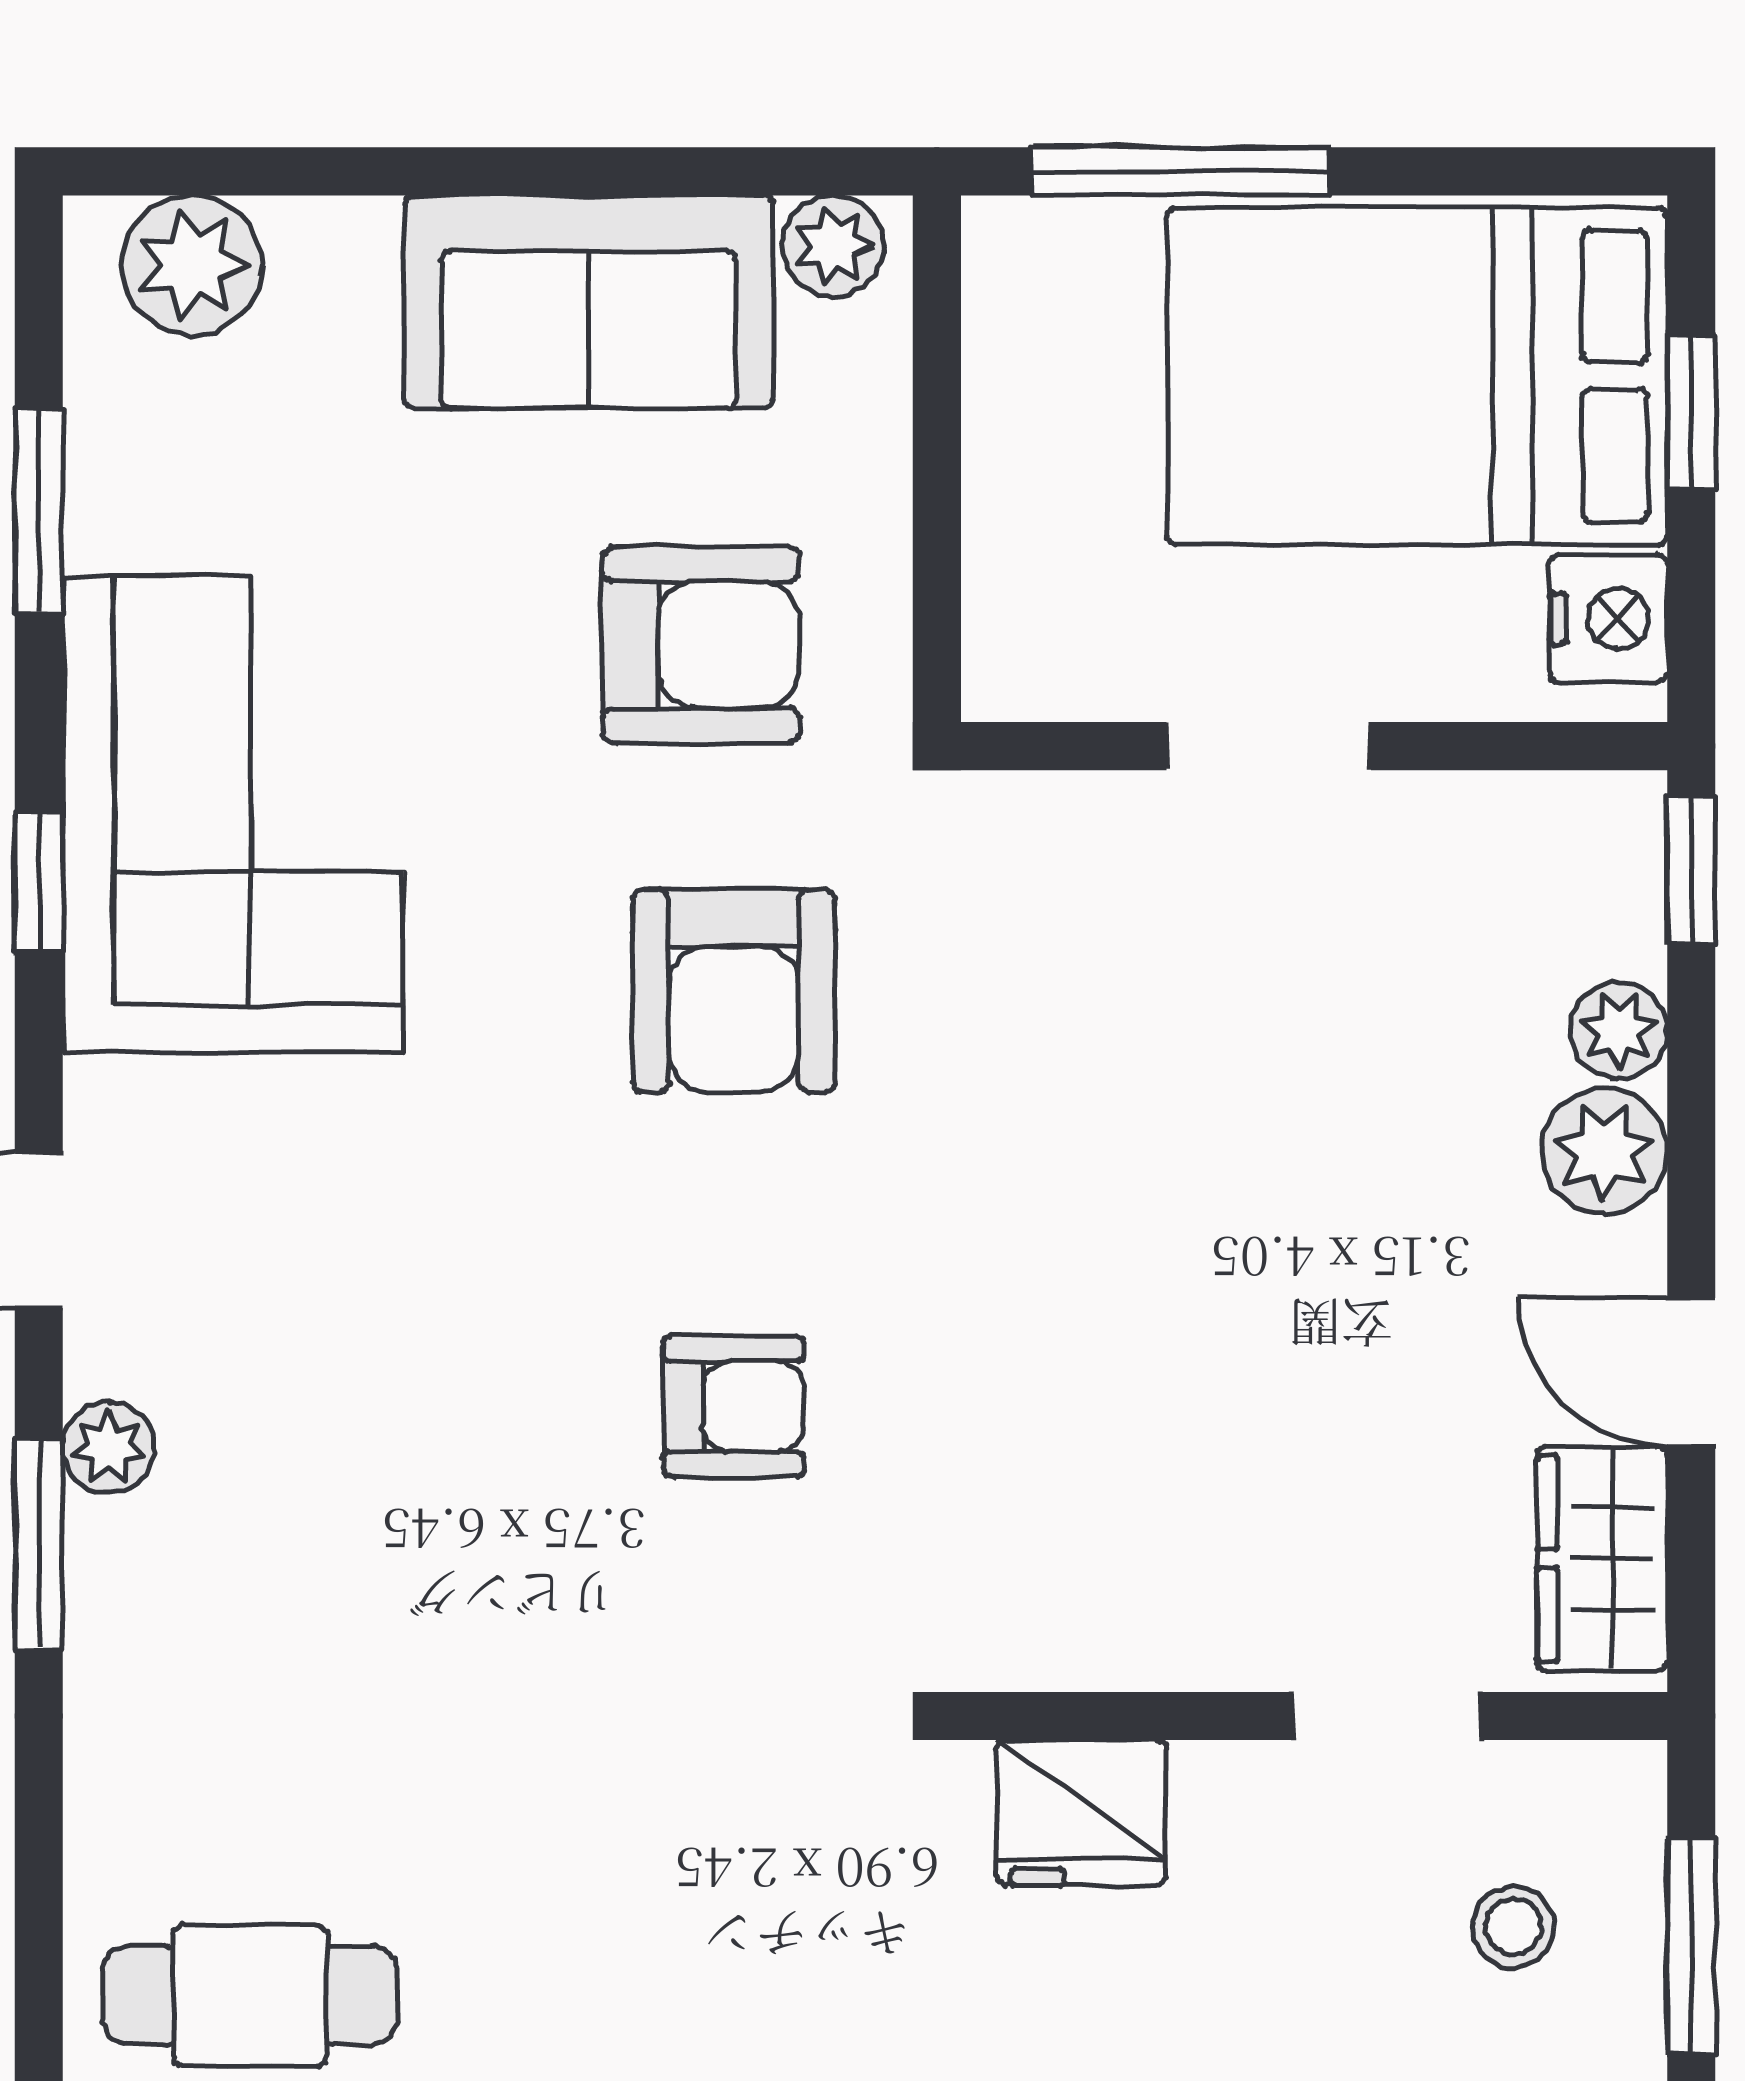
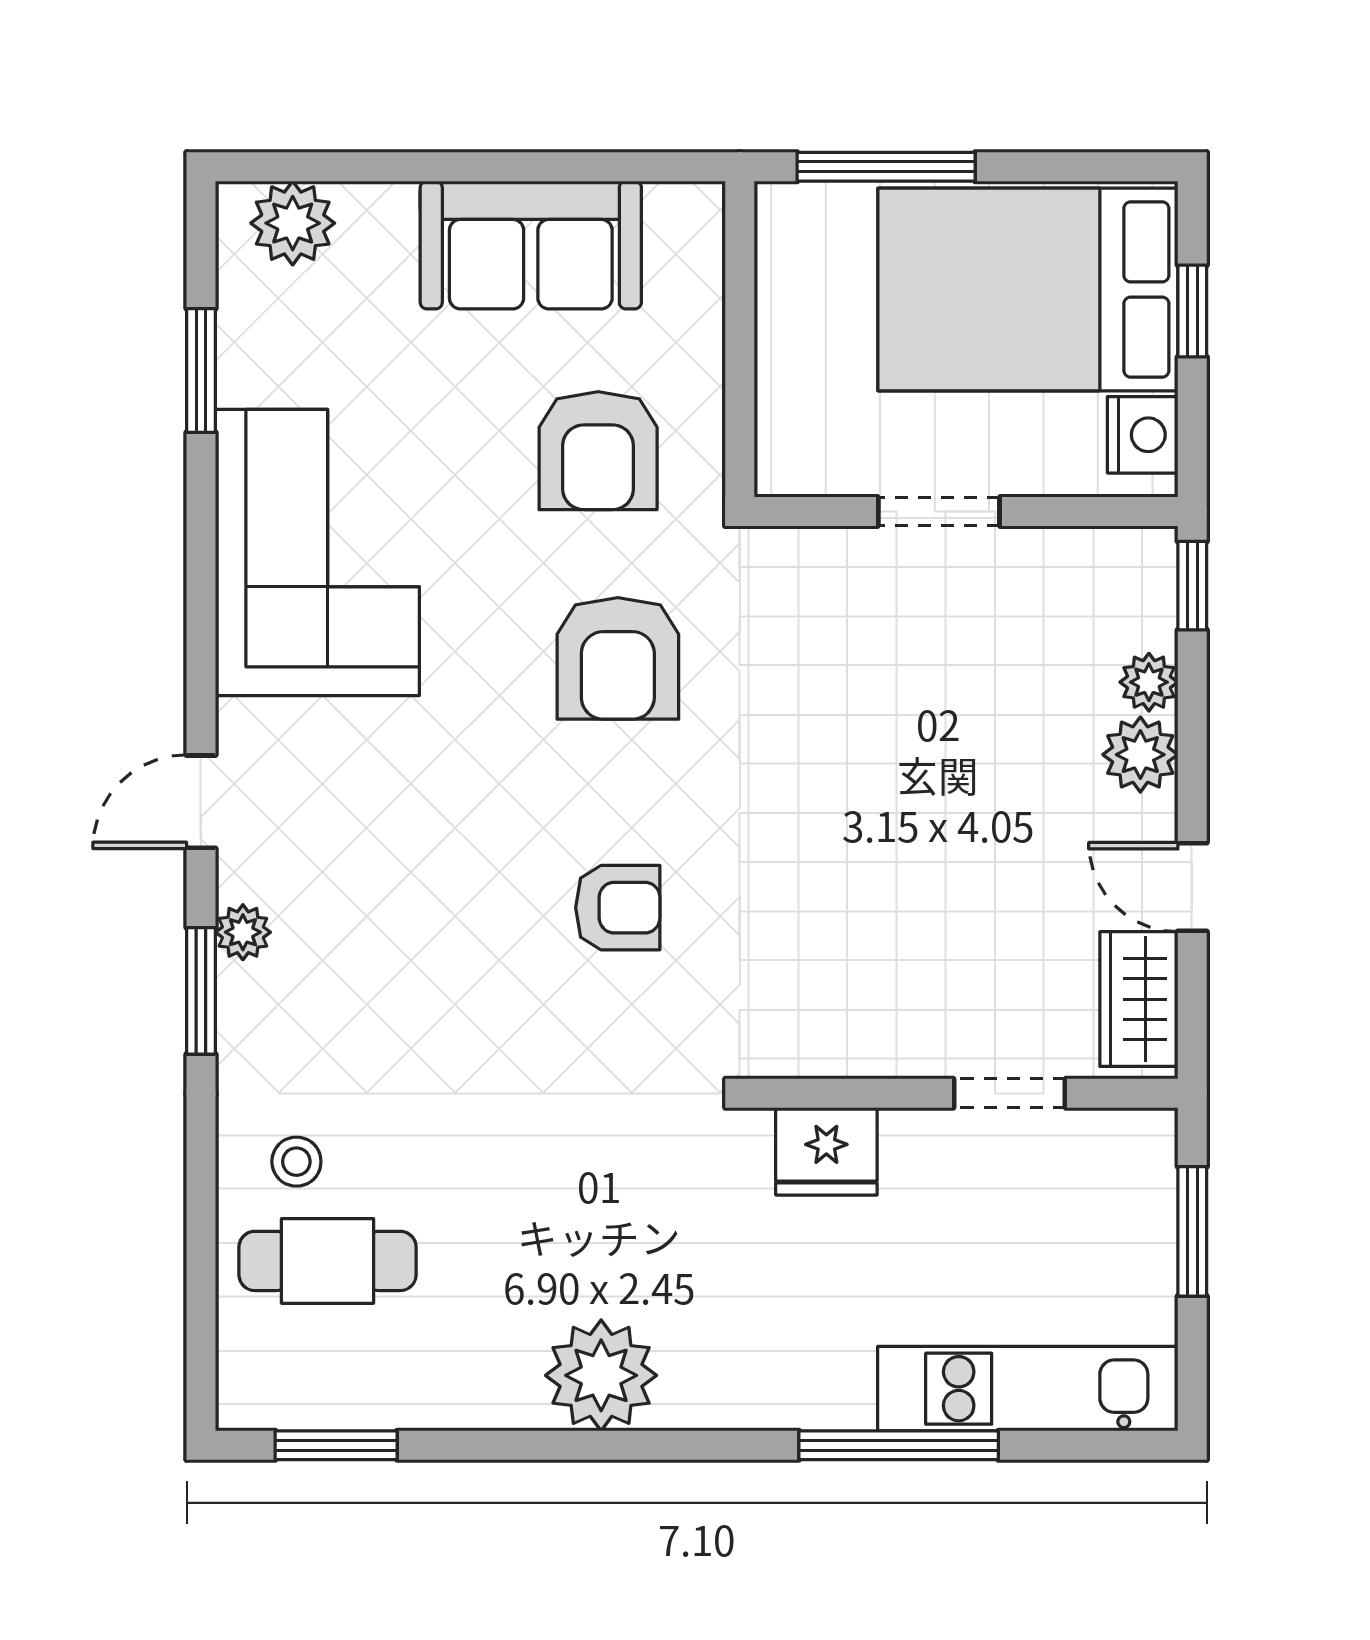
plant: (833, 246) -> (677, 211), removed
armchair: (701, 645) -> (598, 451), turned 90
window: (39, 883) -> (201, 593), removed
stool: (1513, 1927) -> (296, 1162), moved

